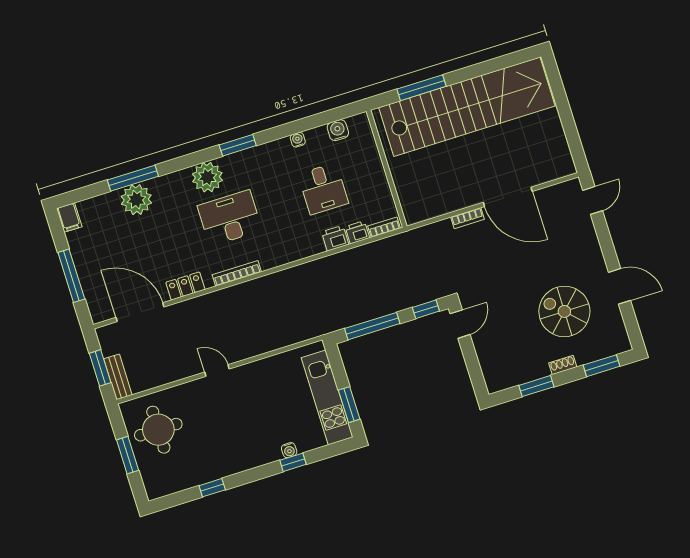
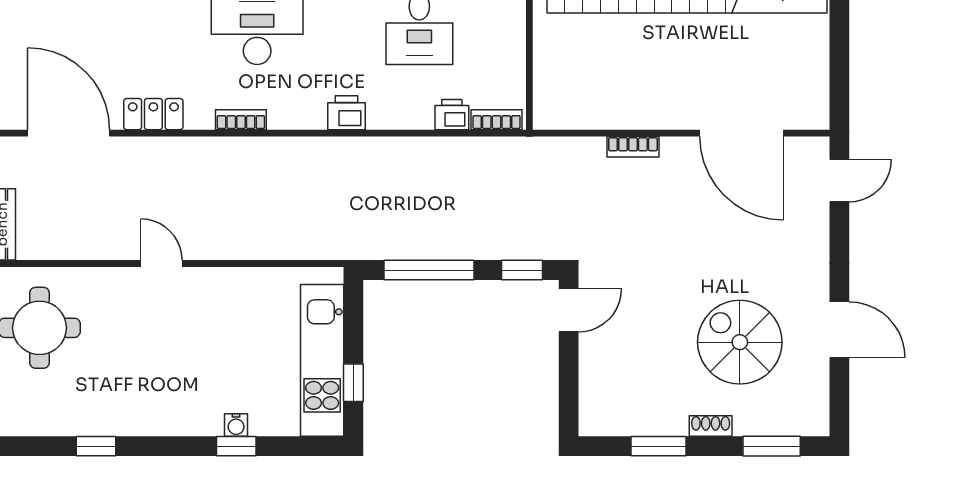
door: (508, 197) -> (741, 133), moved
printer: (335, 238) -> (347, 113), moved
bookcase: (237, 273) -> (241, 120), width x0.64
window: (349, 405) -> (353, 383), width x0.67

